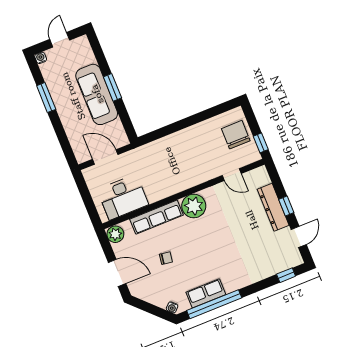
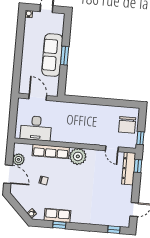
window: (46, 97) -> (19, 41), removed
chair: (236, 135) -> (127, 125), turned 180
window: (286, 206) -> (138, 166), moved
dresser: (273, 207) -> (129, 168), moved
plant: (115, 234) -> (18, 159), moved
window: (214, 304) -> (59, 225), width x0.32

